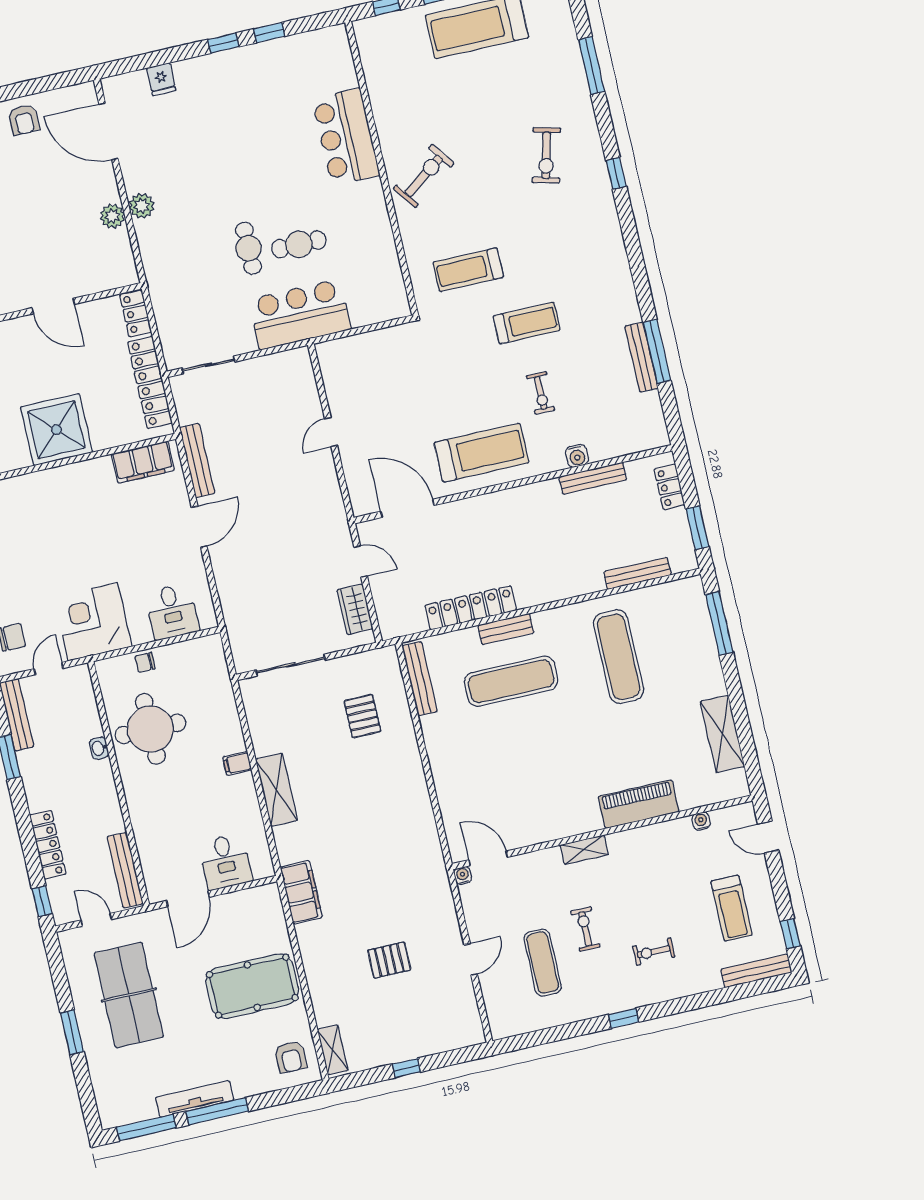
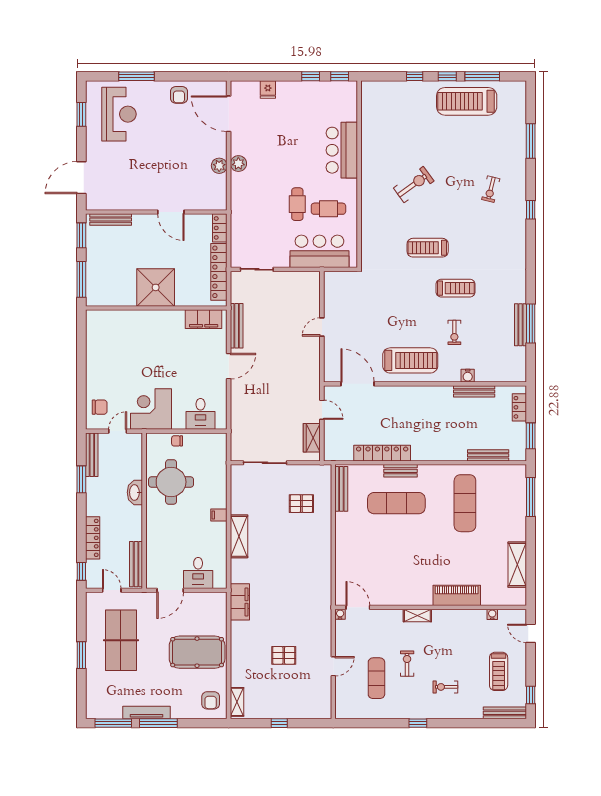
bar counter: (346, 137) -> (342, 150), moved
exercise bike: (546, 155) -> (491, 189), width x0.73, depth x0.72
wall: (382, 168) -> (359, 174), moved
pallet: (362, 716) -> (301, 504), turned 90
washbasin: (99, 748) -> (135, 492), width x1.91, depth x1.45

